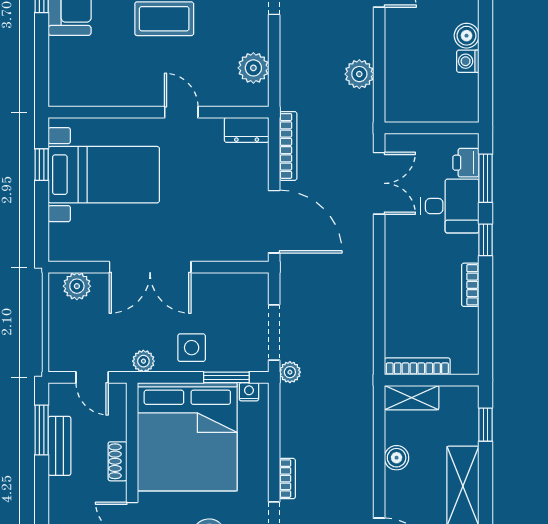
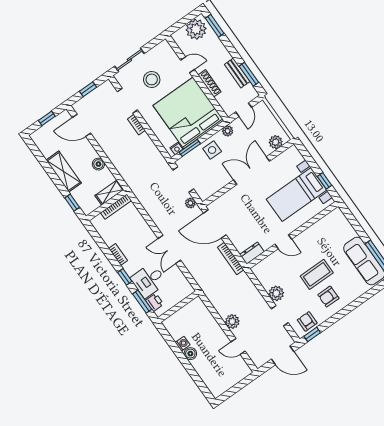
plant: (253, 68) -> (276, 293), moved
plant: (359, 74) -> (232, 321), moved
double door: (379, 183) -> (169, 249), moved
plant: (290, 372) -> (190, 203), moved
door: (92, 377) -> (244, 110), swing flipped
shoe rack: (118, 461) -> (210, 83), width x1.43

